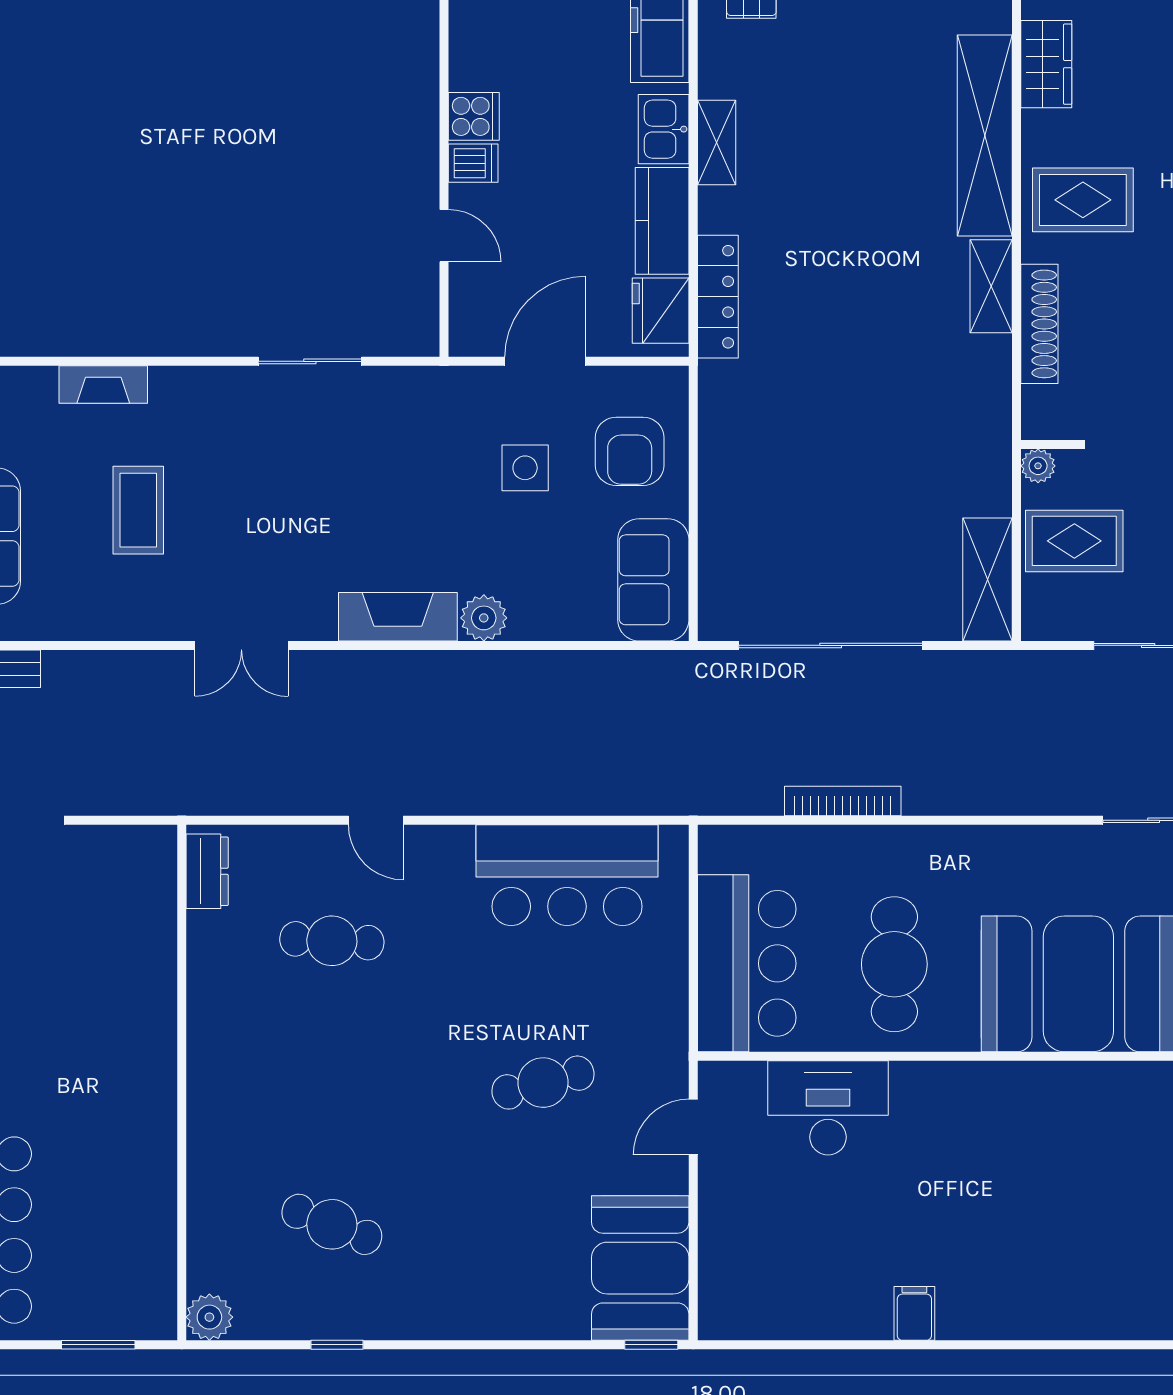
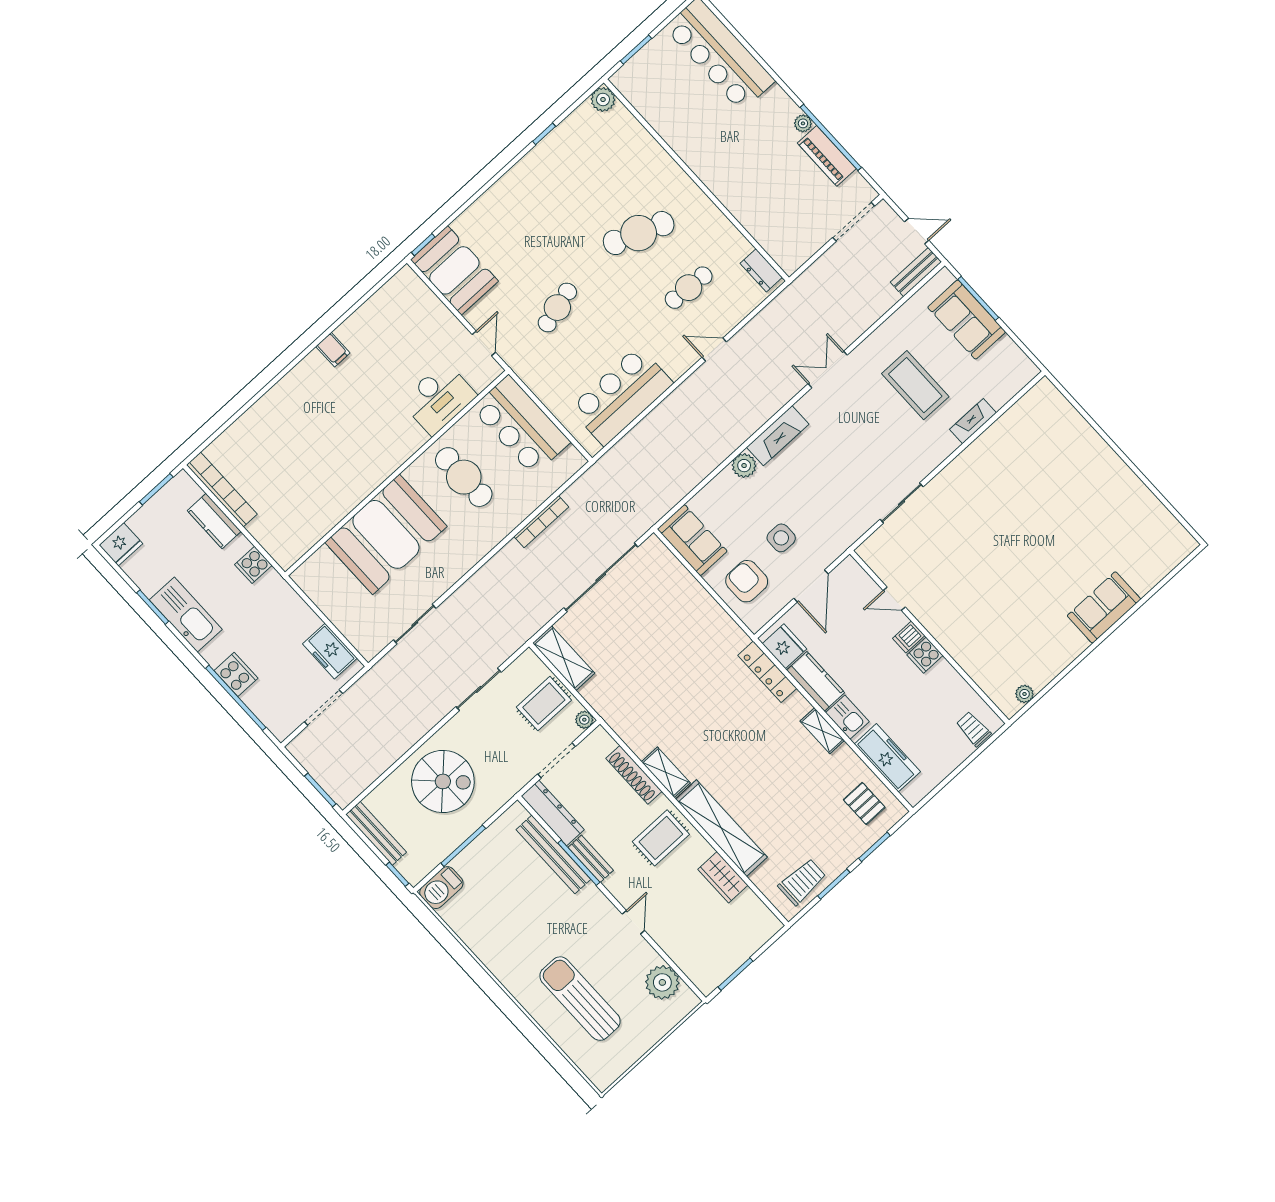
coffee table: (138, 510) -> (915, 385), width x1.36, depth x1.32
cafe table: (332, 1224) -> (639, 233), moved, width x1.37, depth x1.35

